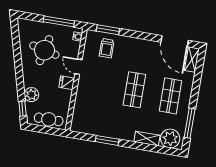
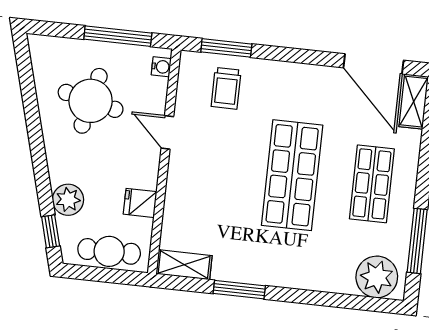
fridge: (67, 83) -> (140, 203), moved
shop shelf: (134, 90) -> (292, 175), width x1.43, depth x1.36
shelving: (147, 139) -> (184, 265), moved

